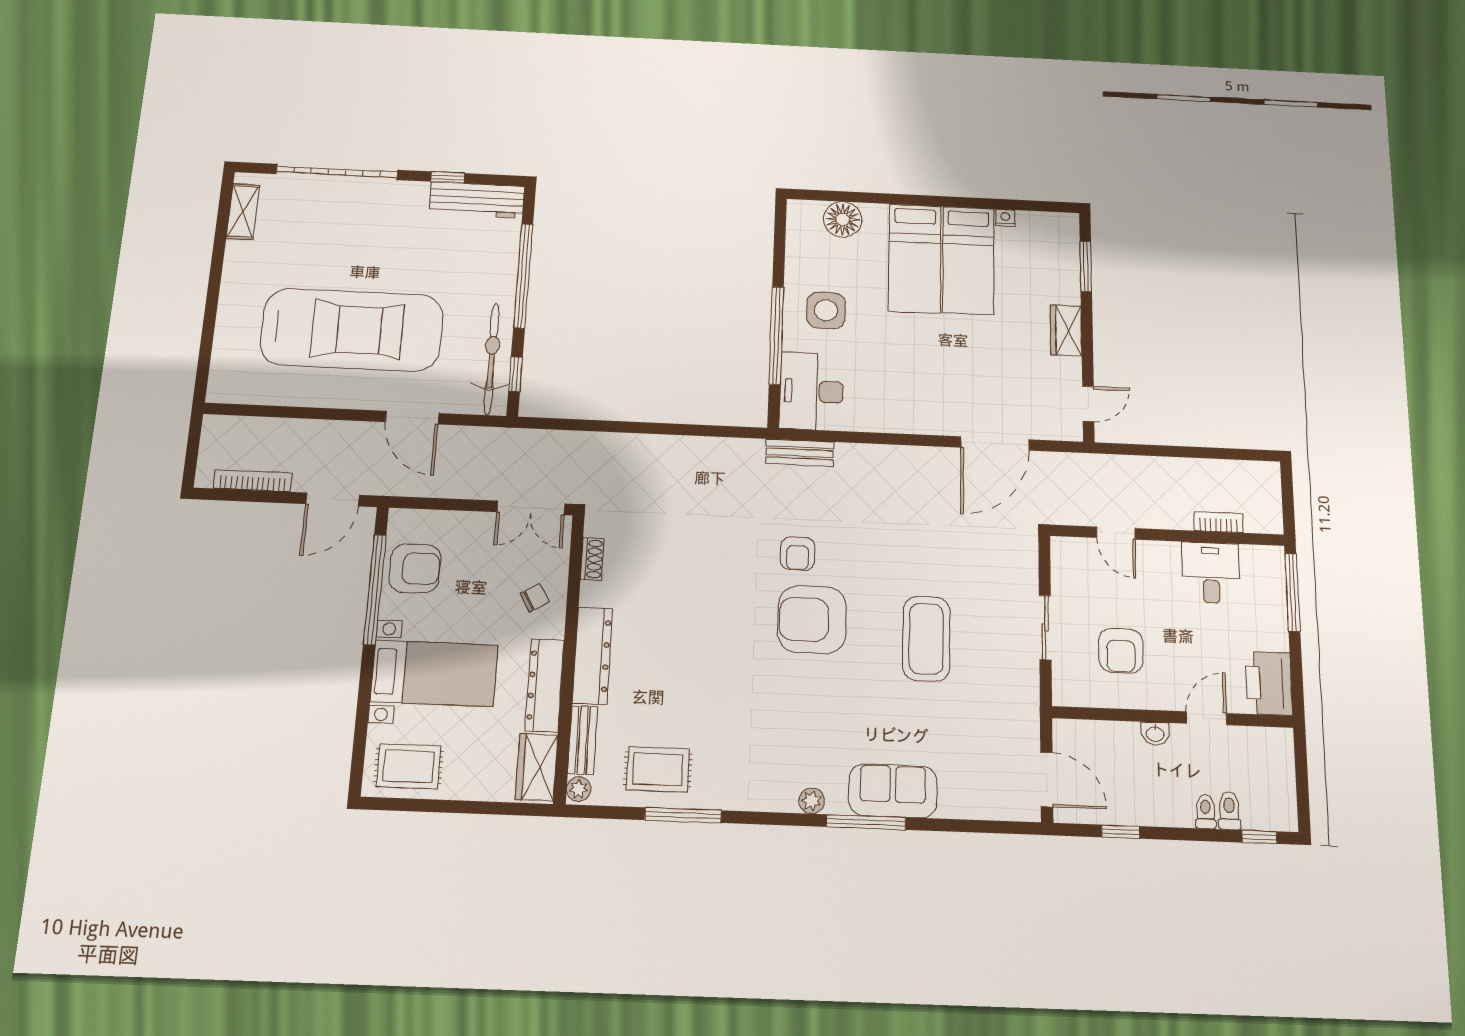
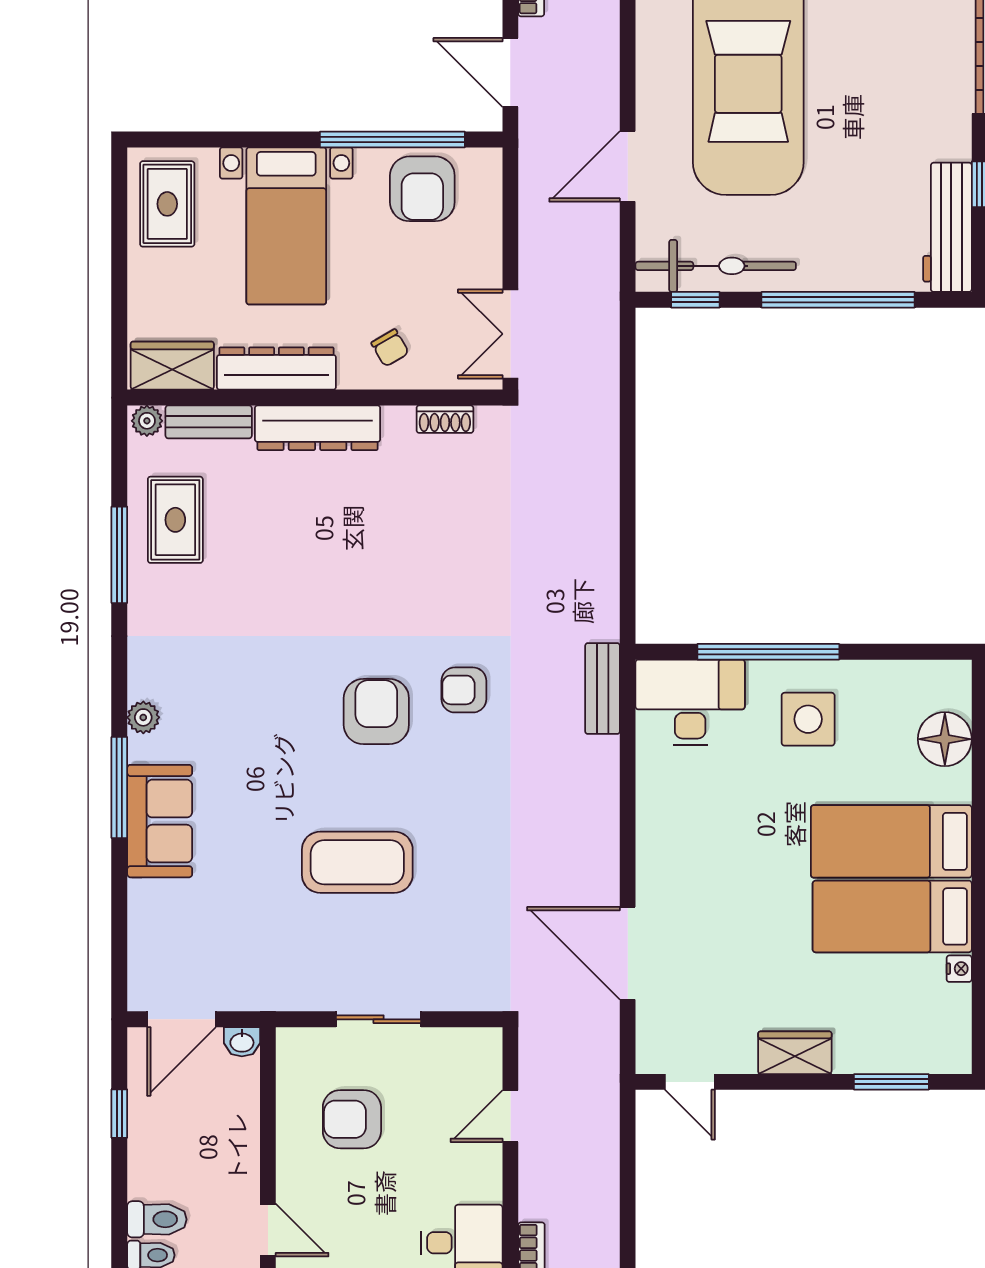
armchair: (812, 620) -> (376, 712), width x0.73, depth x0.73
washbasin: (1155, 734) -> (242, 1042), moved, turned -90
toilet: (1206, 812) -> (157, 1219), width x1.37, depth x1.39

